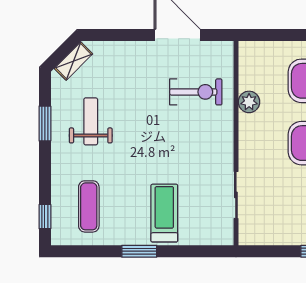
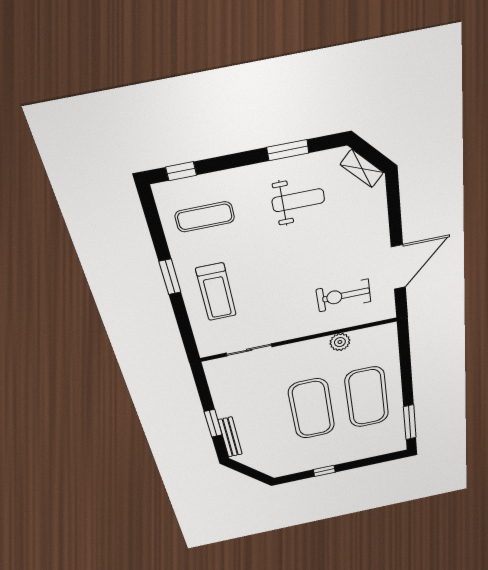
exercise bike: (196, 92) -> (344, 295), turned 90
treadmill: (164, 213) -> (216, 292), turned 90

